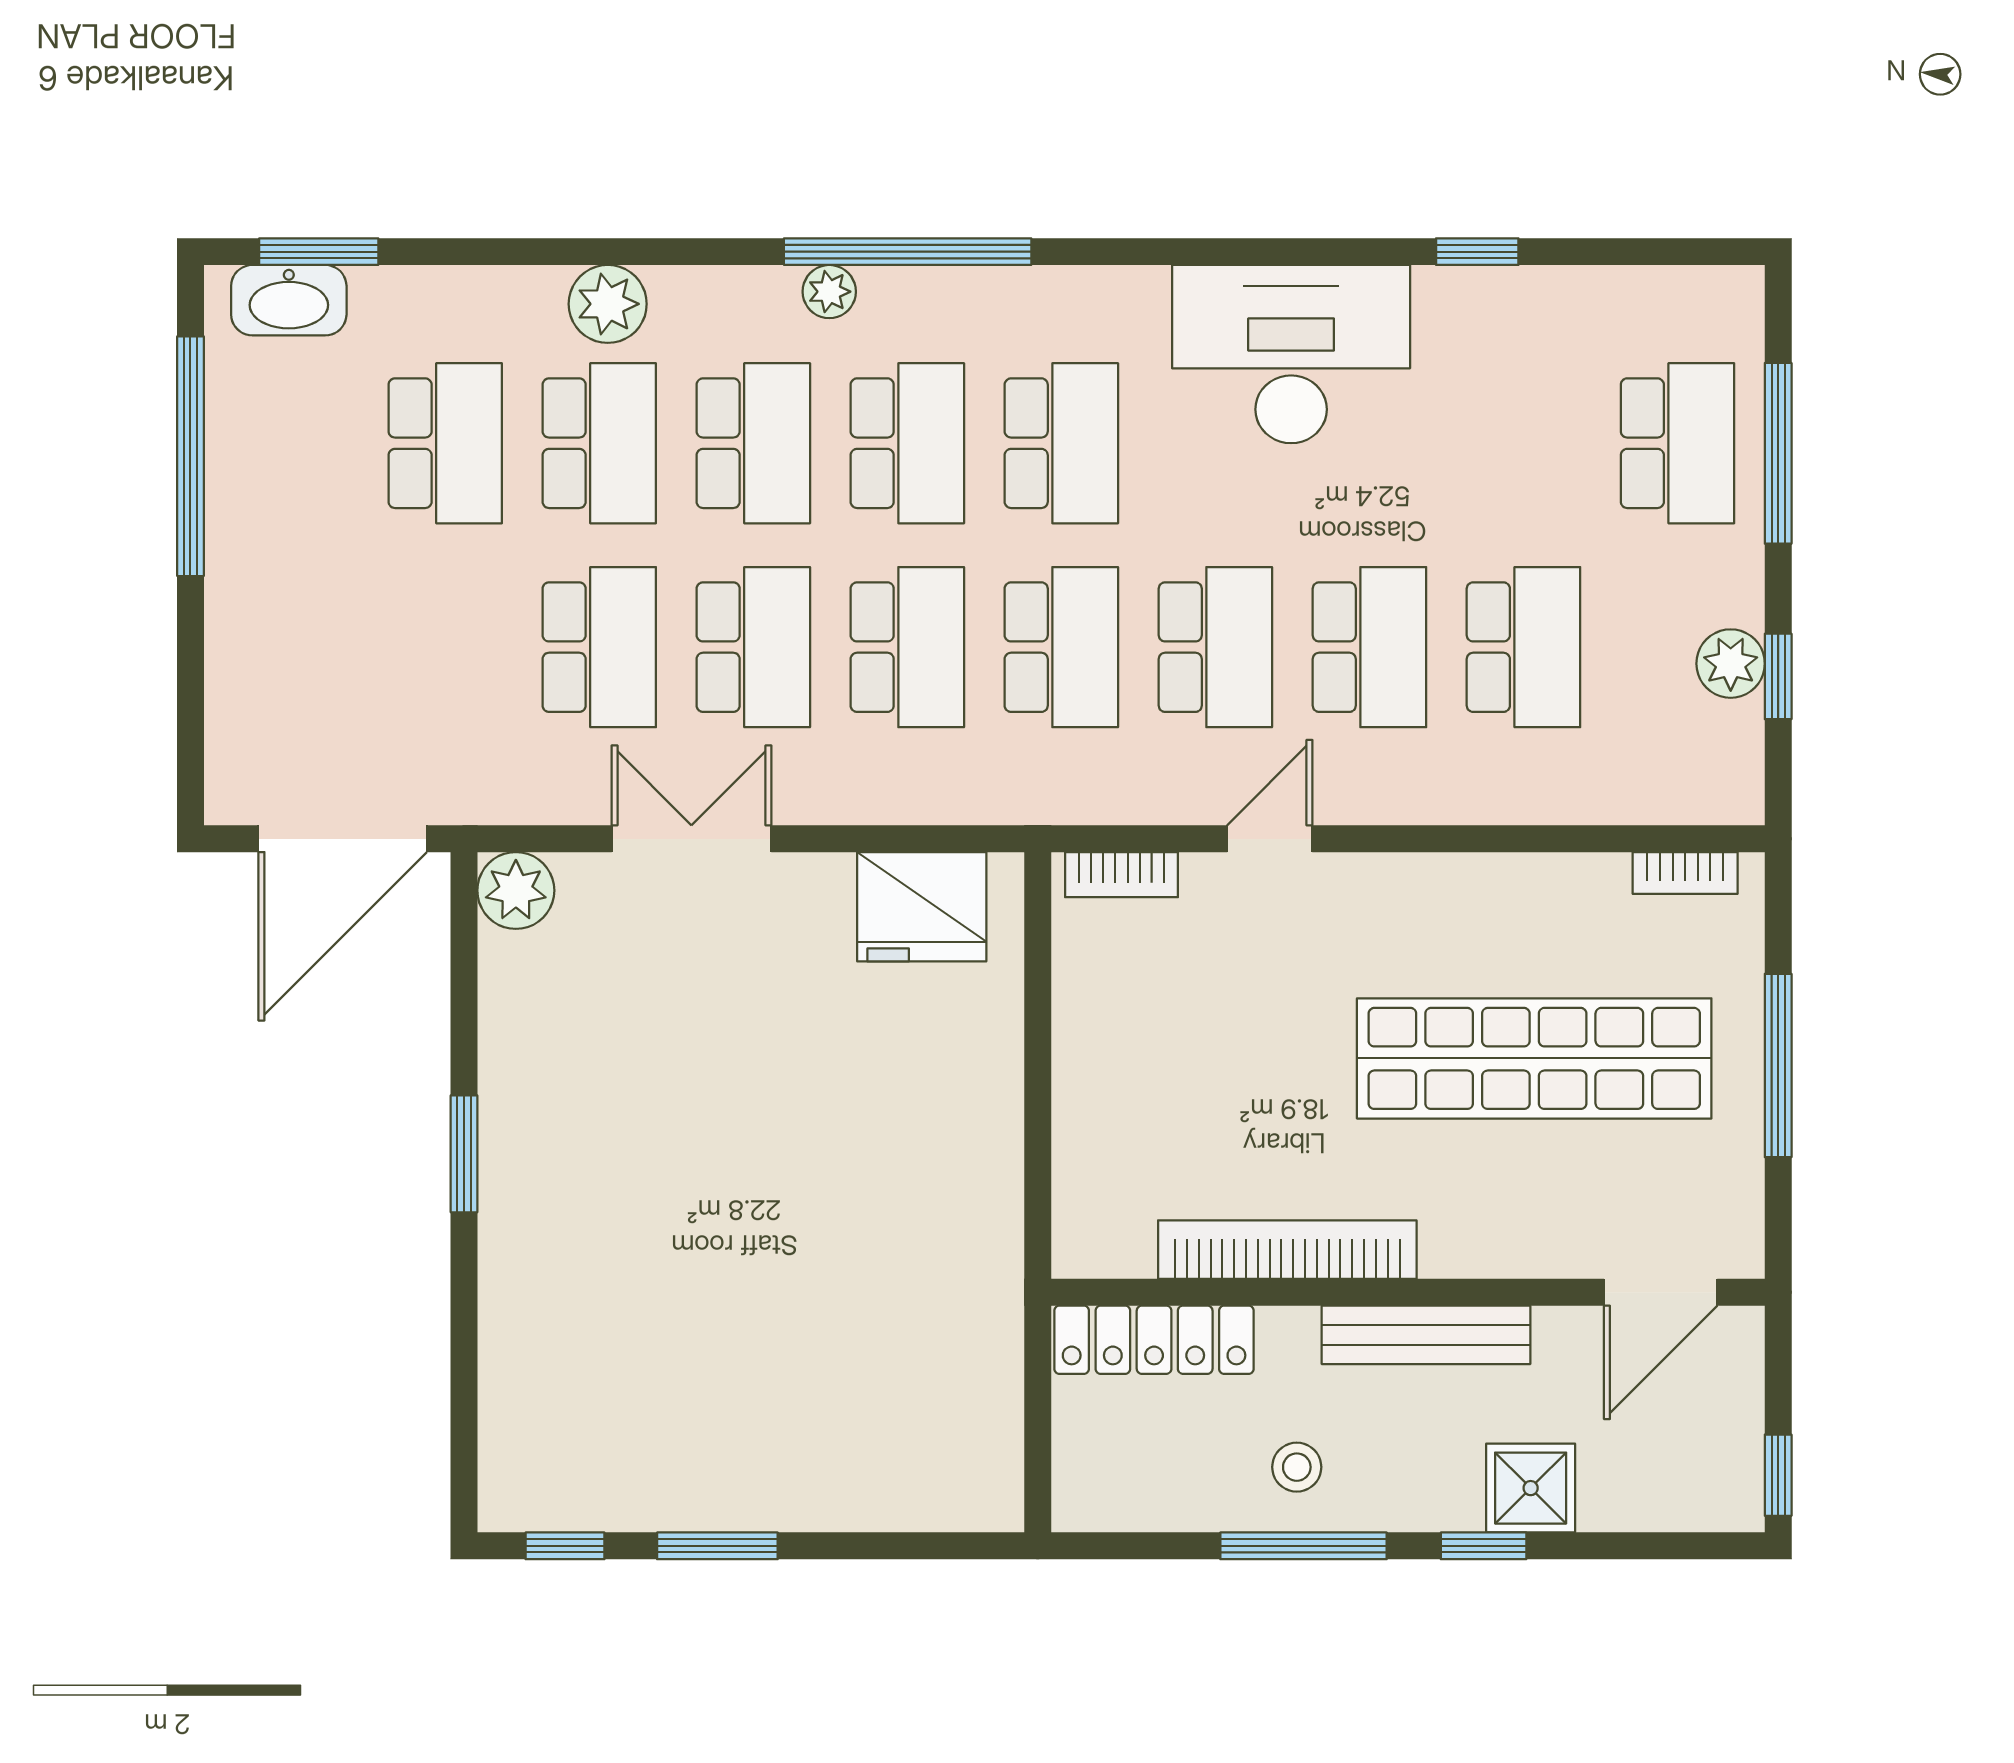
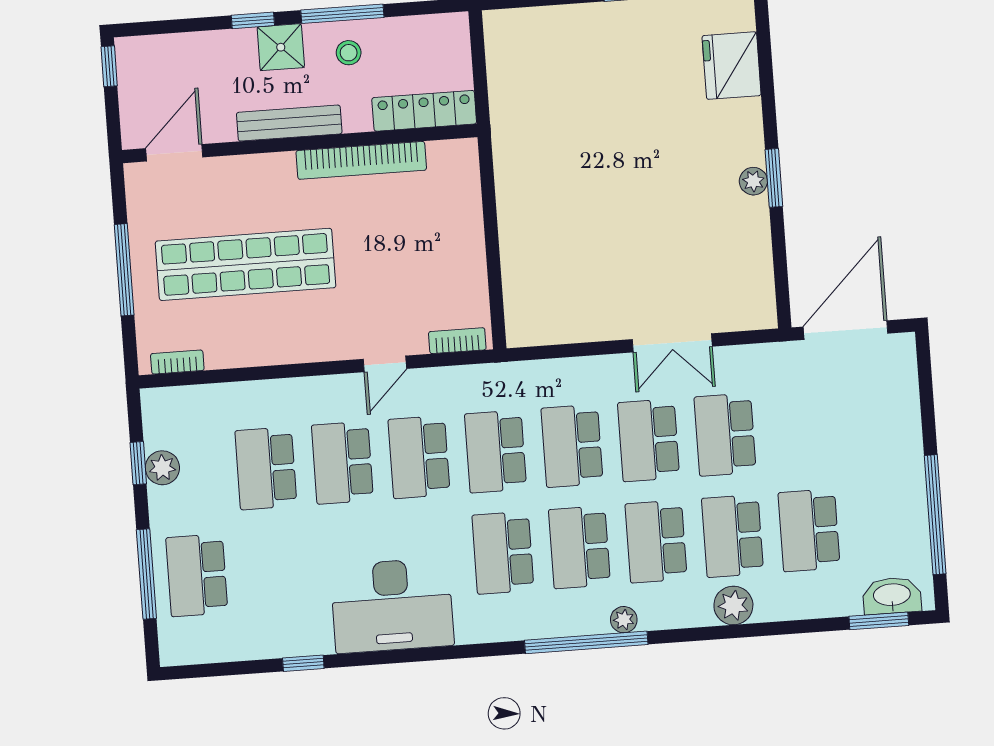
plant: (516, 890) -> (753, 181), moved, width x0.73, depth x0.73
fridge: (922, 907) -> (732, 66), moved, turned -90
shower: (1531, 1488) -> (281, 47), moved

